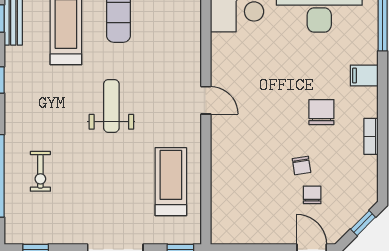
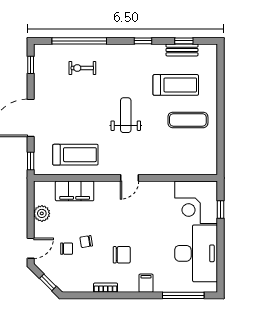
weight bench: (111, 106) -> (126, 115), turned -90
filing cabinet: (225, 183) -> (75, 191), added
plant: (259, 232) -> (42, 213), added

